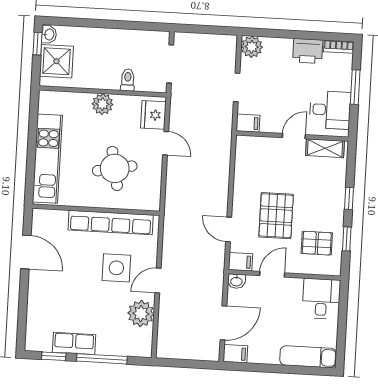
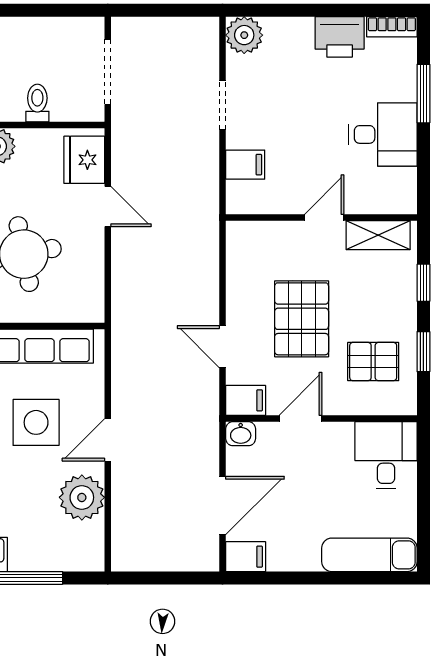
wall: (292, 136) -> (321, 218), moved
door: (294, 136) -> (324, 218), moved
shelving: (325, 148) -> (378, 235), moved

